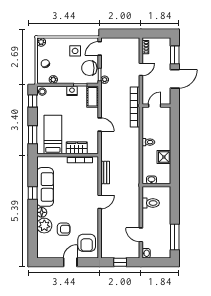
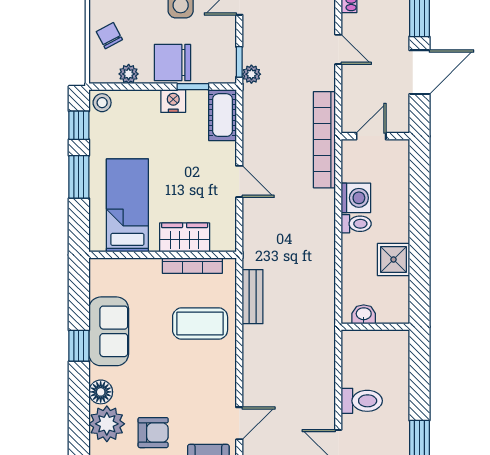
chair: (89, 68) -> (172, 63), moved
door: (141, 69) -> (338, 49), hinge flipped
washing machine: (148, 131) -> (356, 198), added
window: (33, 135) -> (79, 177), moved
coffee table: (83, 184) -> (200, 323), added
sofa: (45, 187) -> (109, 331), width x0.73
door: (100, 202) -> (239, 423), moved
toilet: (151, 203) -> (362, 401), moved

